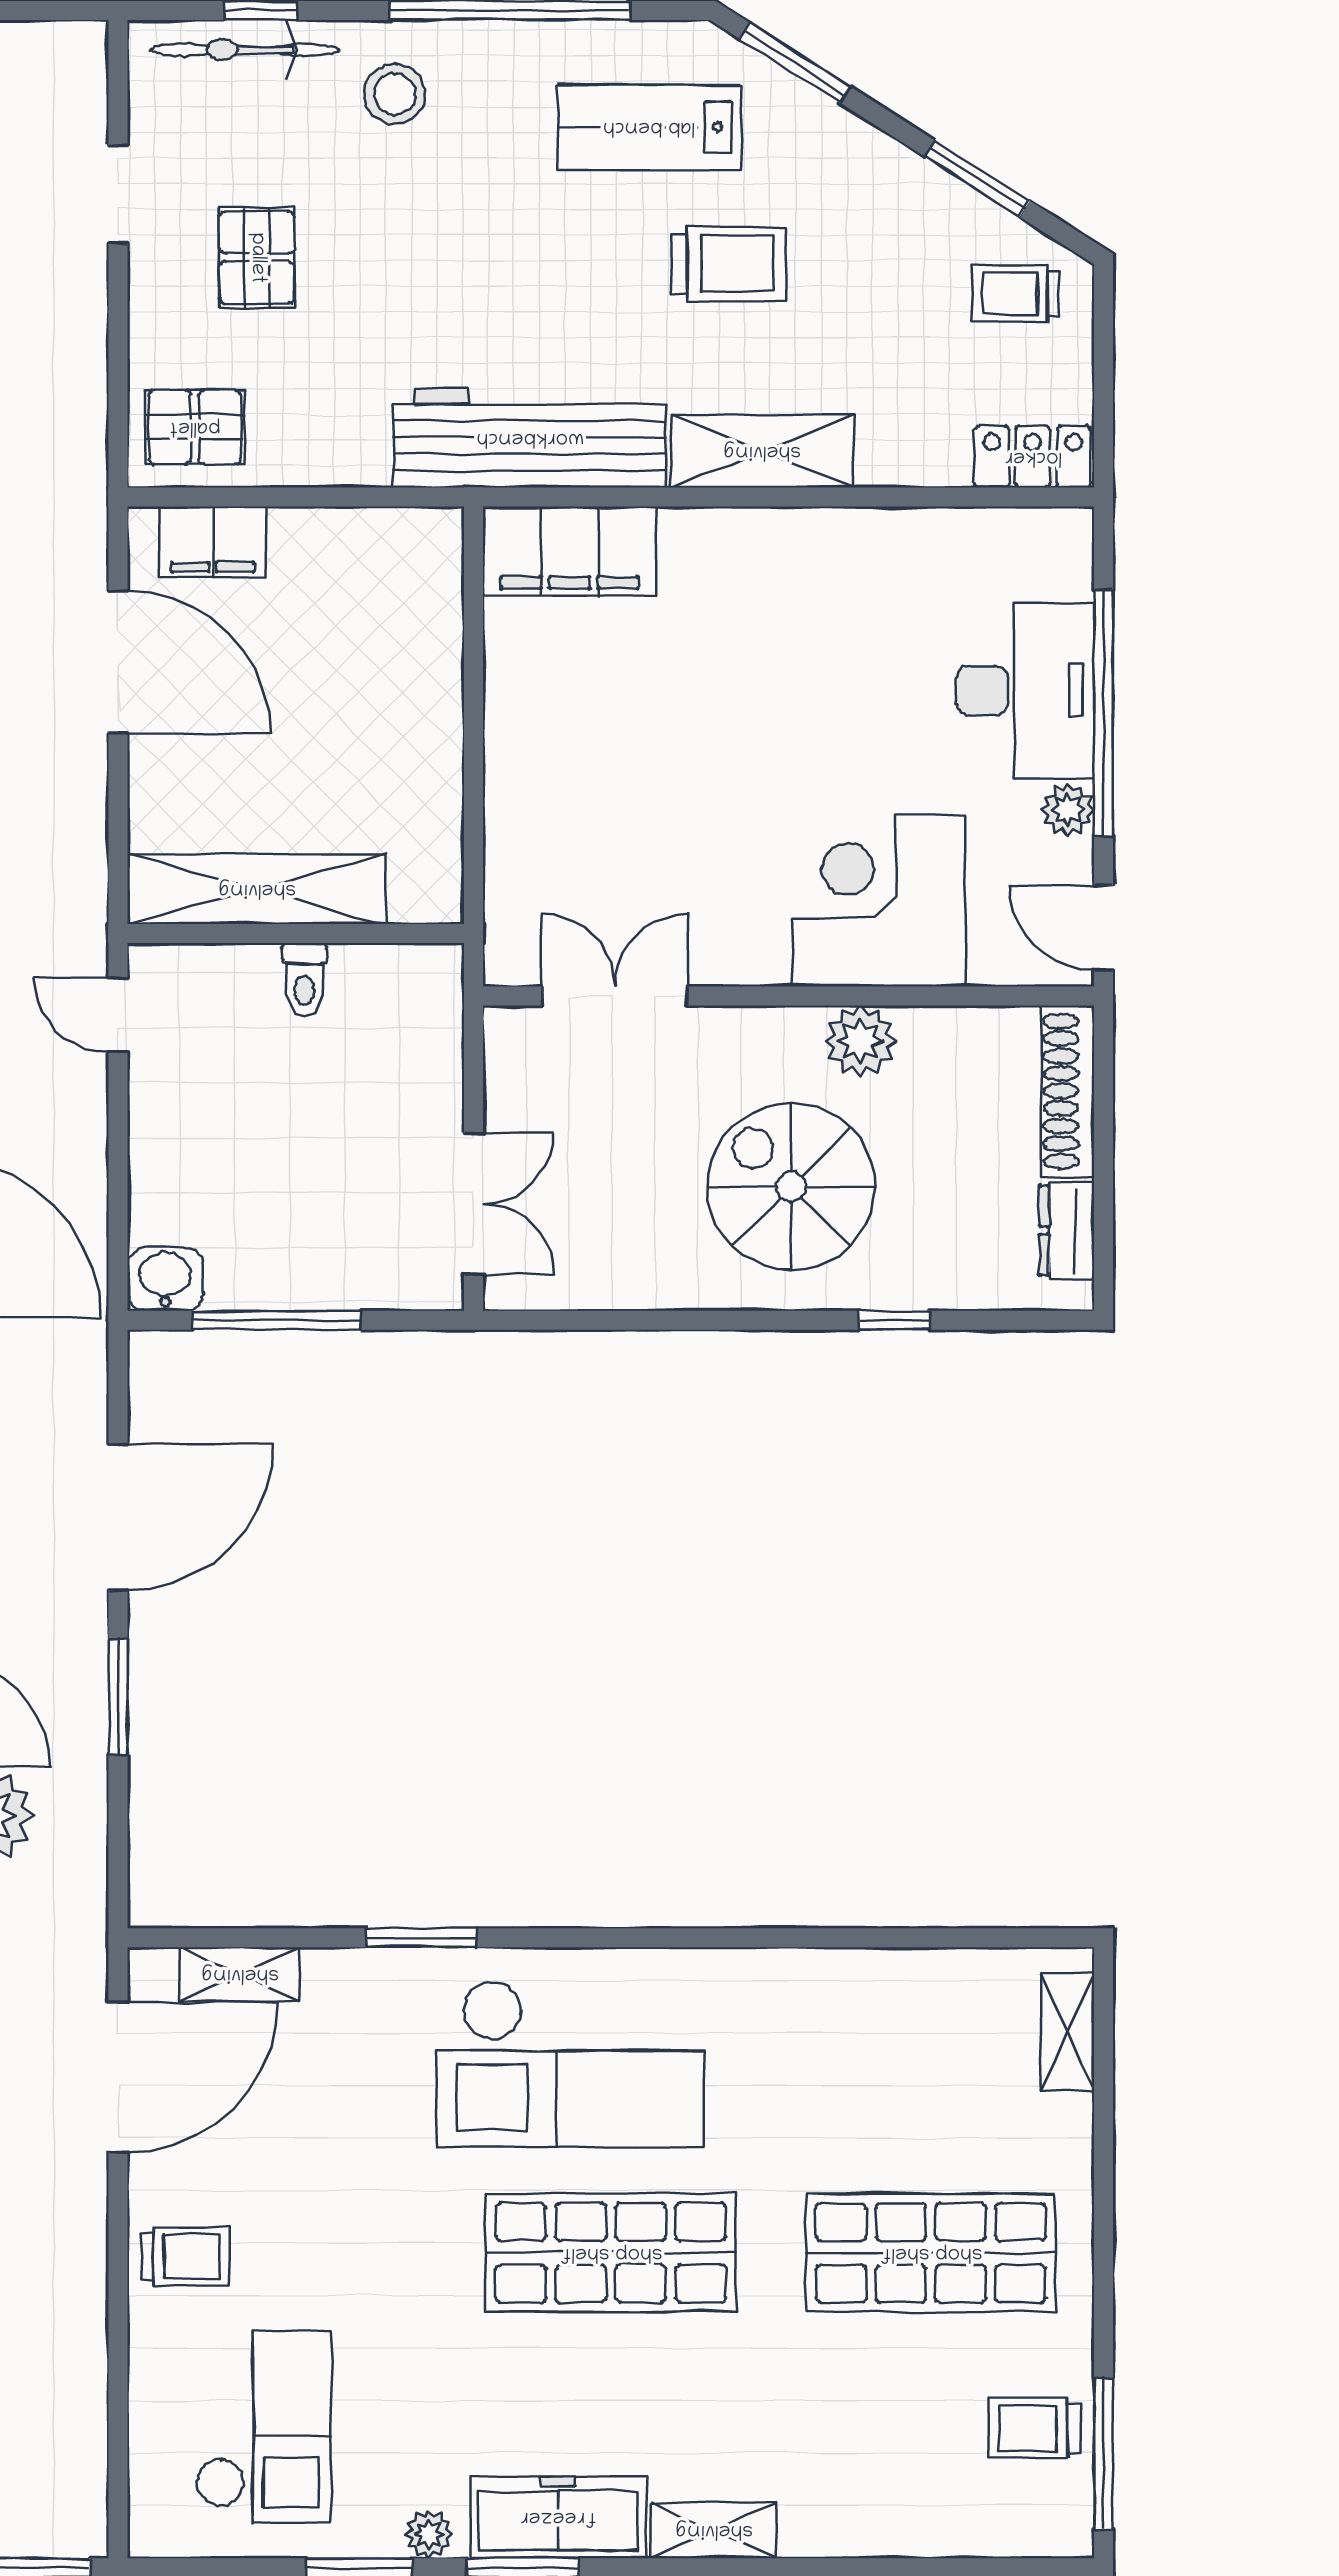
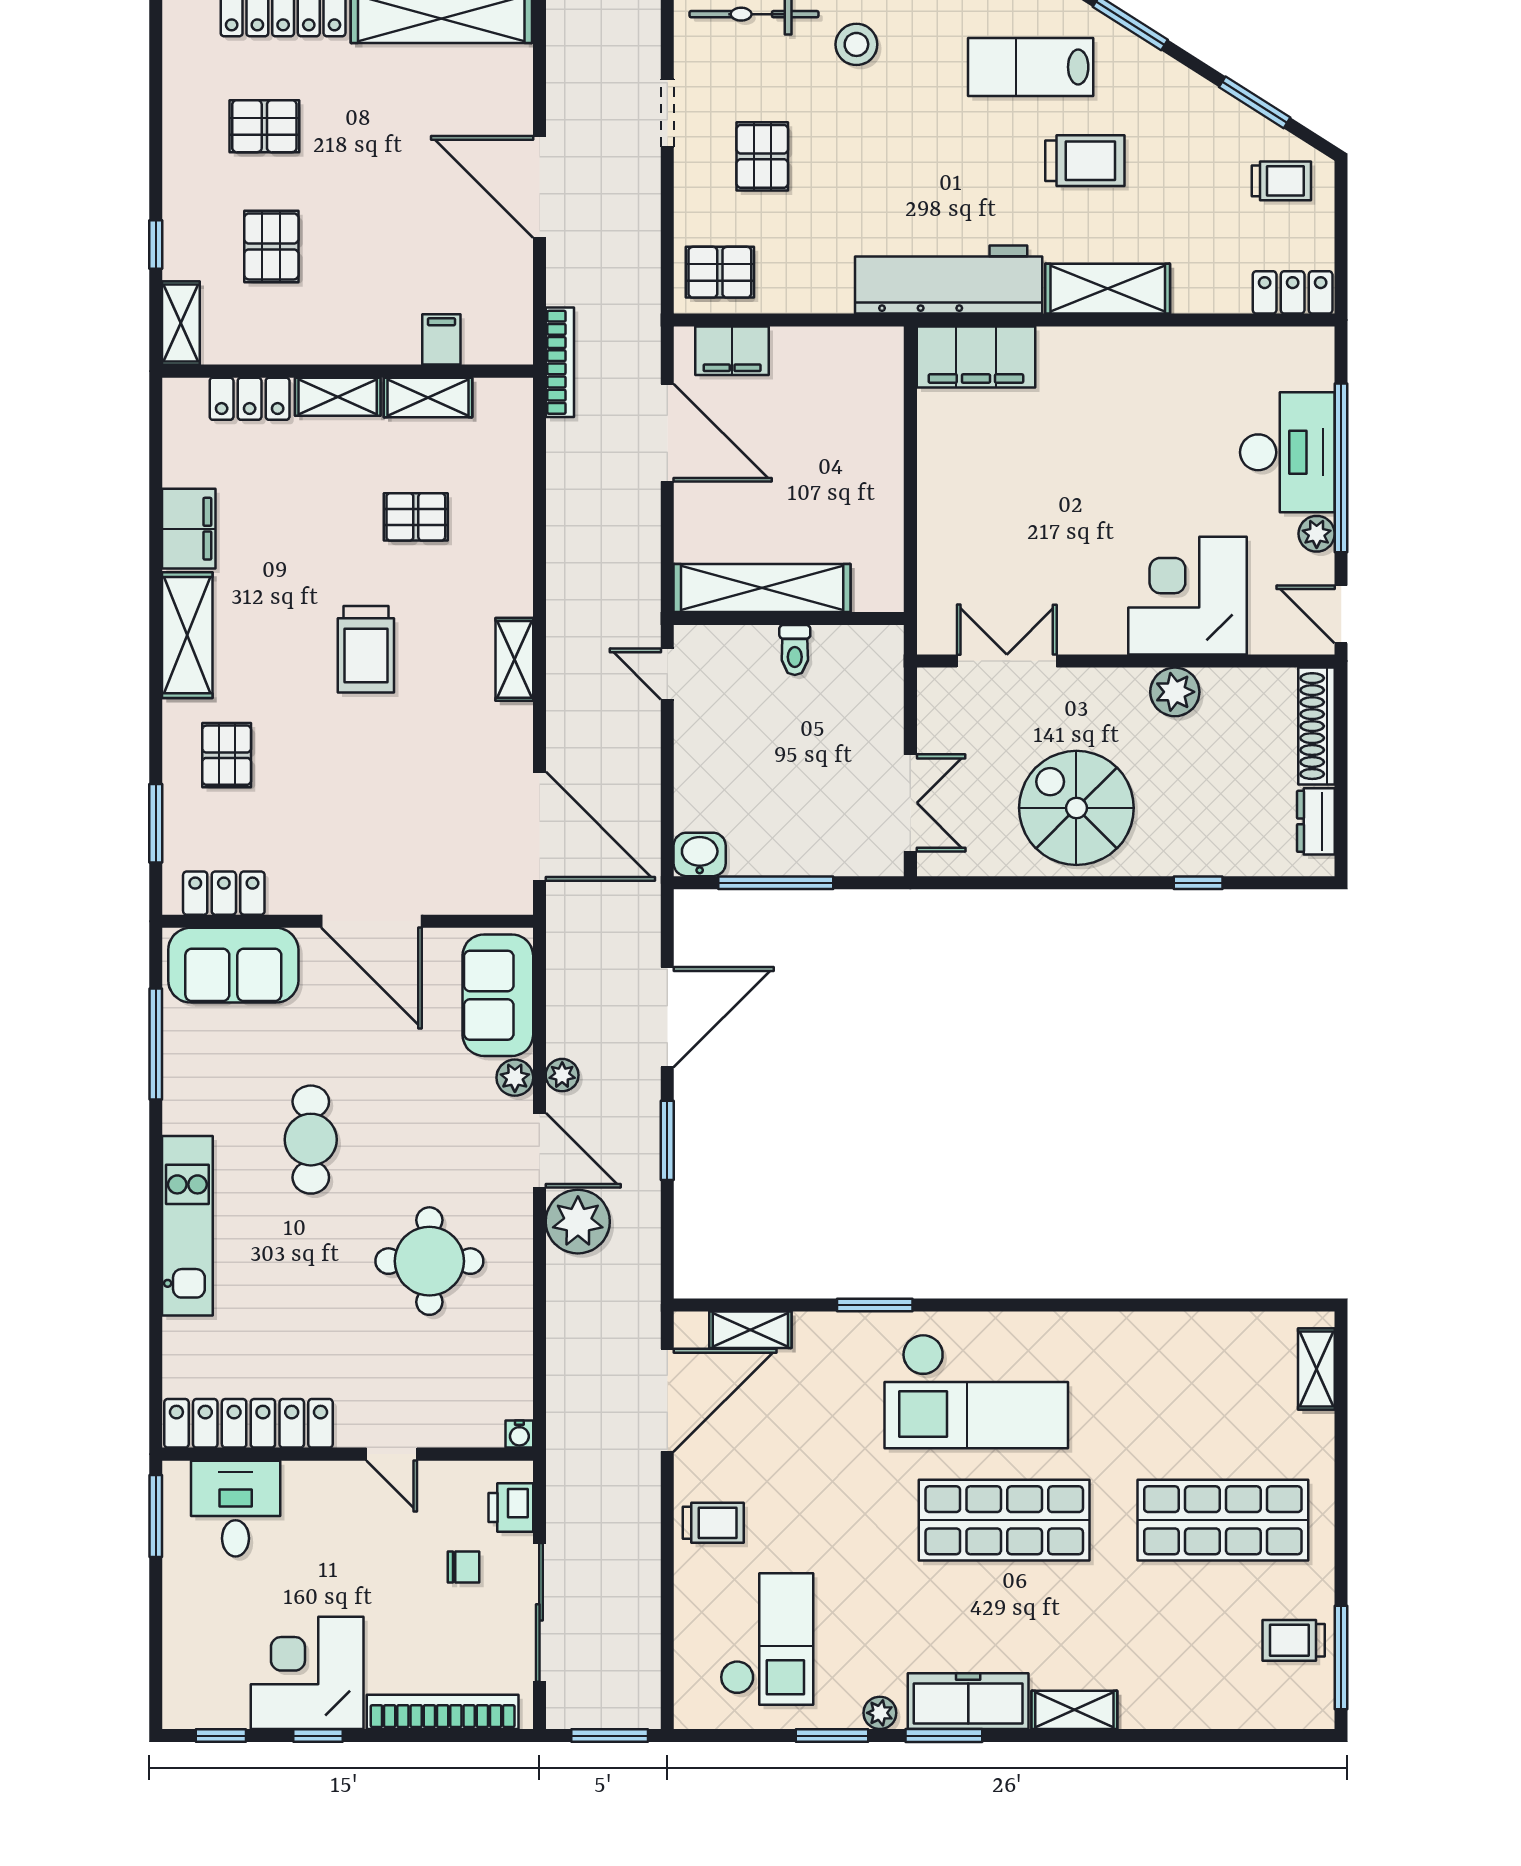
trolley: (1016, 294) -> (1281, 181), turned 180
spiral stairs: (791, 1187) -> (1076, 808), moved

